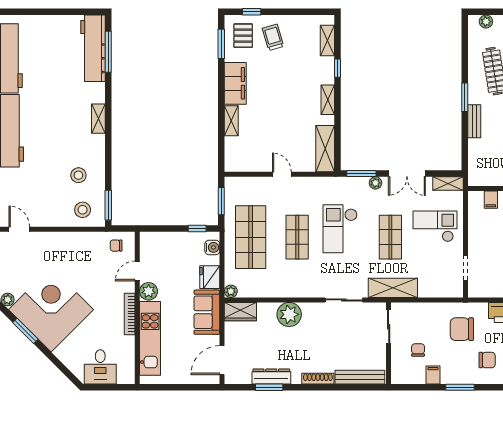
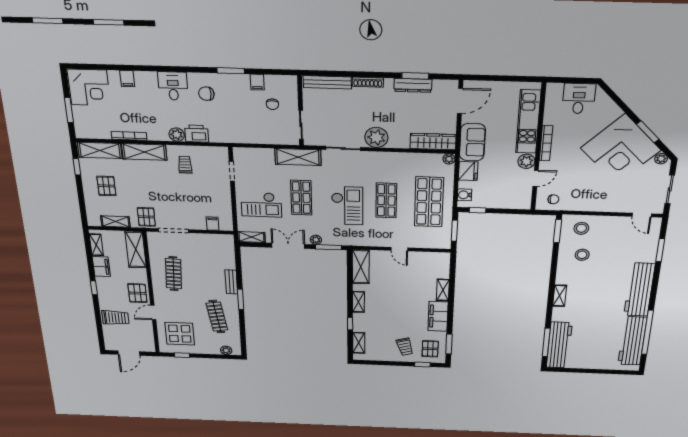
wardrobe: (240, 312) -> (433, 142), width x1.50
plant: (289, 314) -> (376, 137), moved
chair: (462, 329) -> (232, 121), removed

